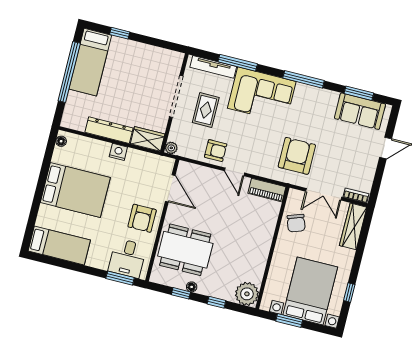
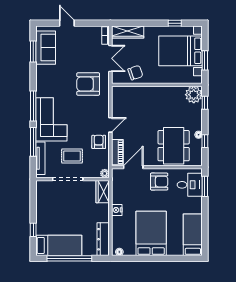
window: (304, 79) -> (33, 106), moved
dresser: (109, 130) -> (103, 239), moved
piano: (267, 190) -> (117, 152), moved
window: (216, 302) -> (205, 103), moved

